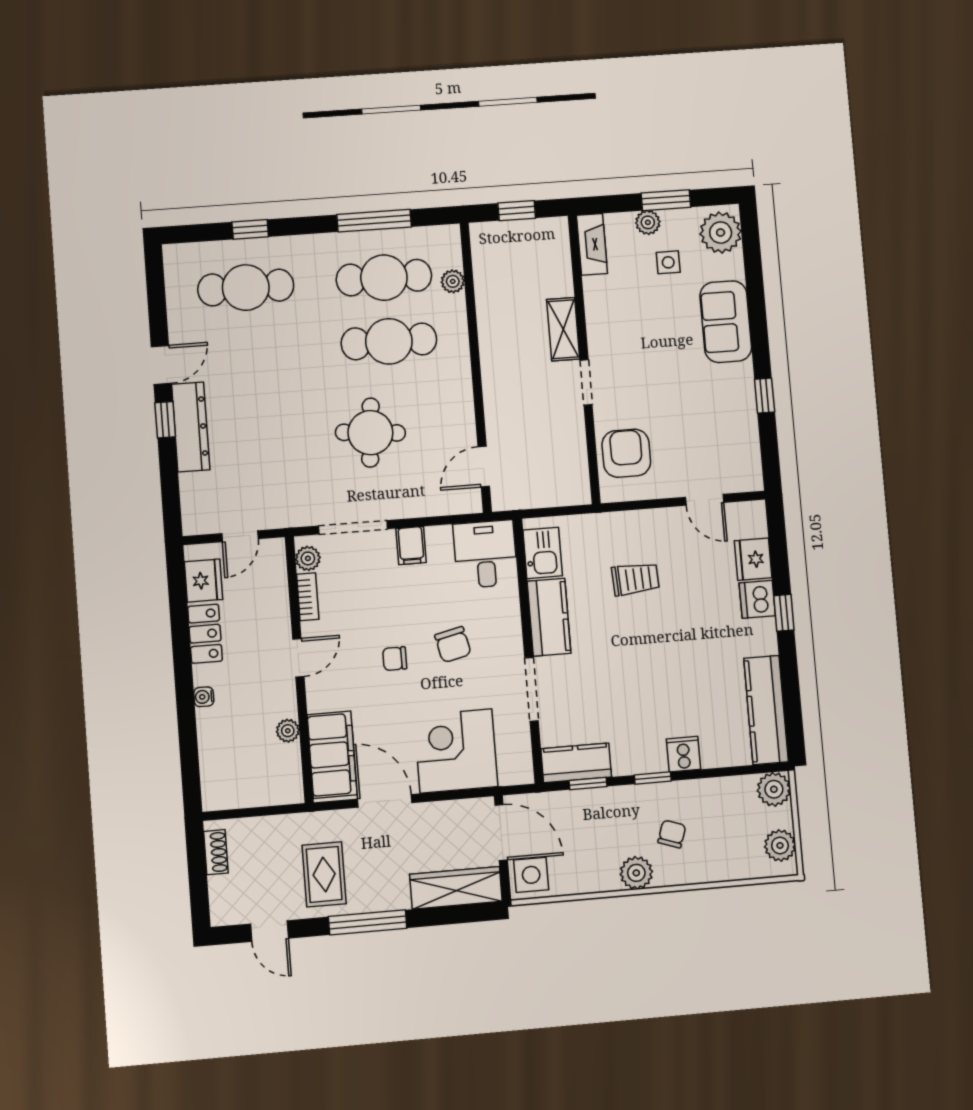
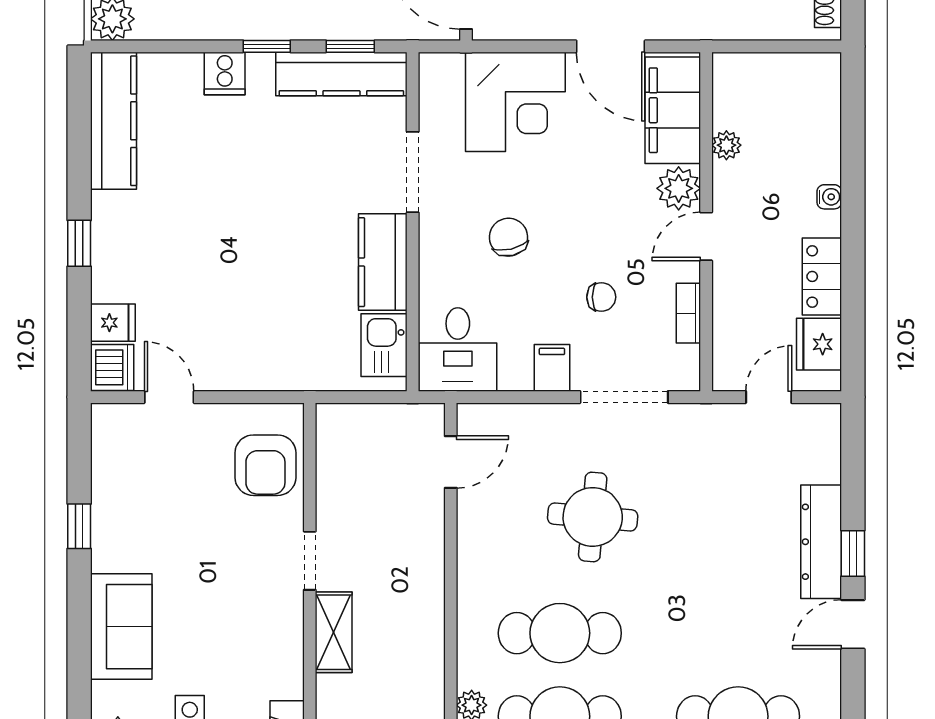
plant: (308, 558) -> (679, 188), moved, width x1.38, depth x1.38
fridge: (753, 559) -> (113, 323), width x0.72
trolley: (635, 579) -> (267, 302), removed
dishwasher: (757, 599) -> (112, 367), moved
chair: (395, 659) -> (601, 297), moved
kitchen counter: (576, 763) -> (341, 74), width x1.50

